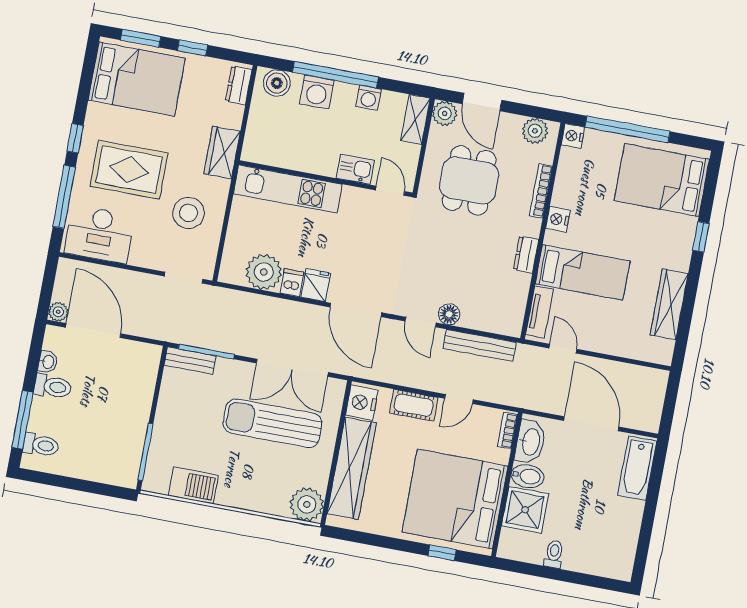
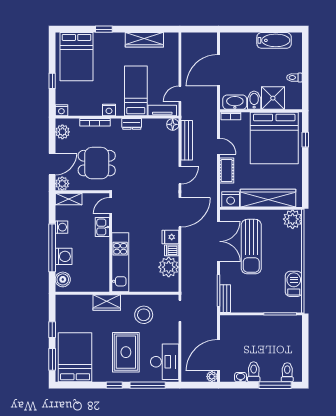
dresser: (239, 85) -> (68, 300), removed
window: (627, 129) -> (52, 81), width x0.32
floor lamp: (449, 314) -> (173, 124), moved
bathtub: (637, 468) -> (274, 40), moved

